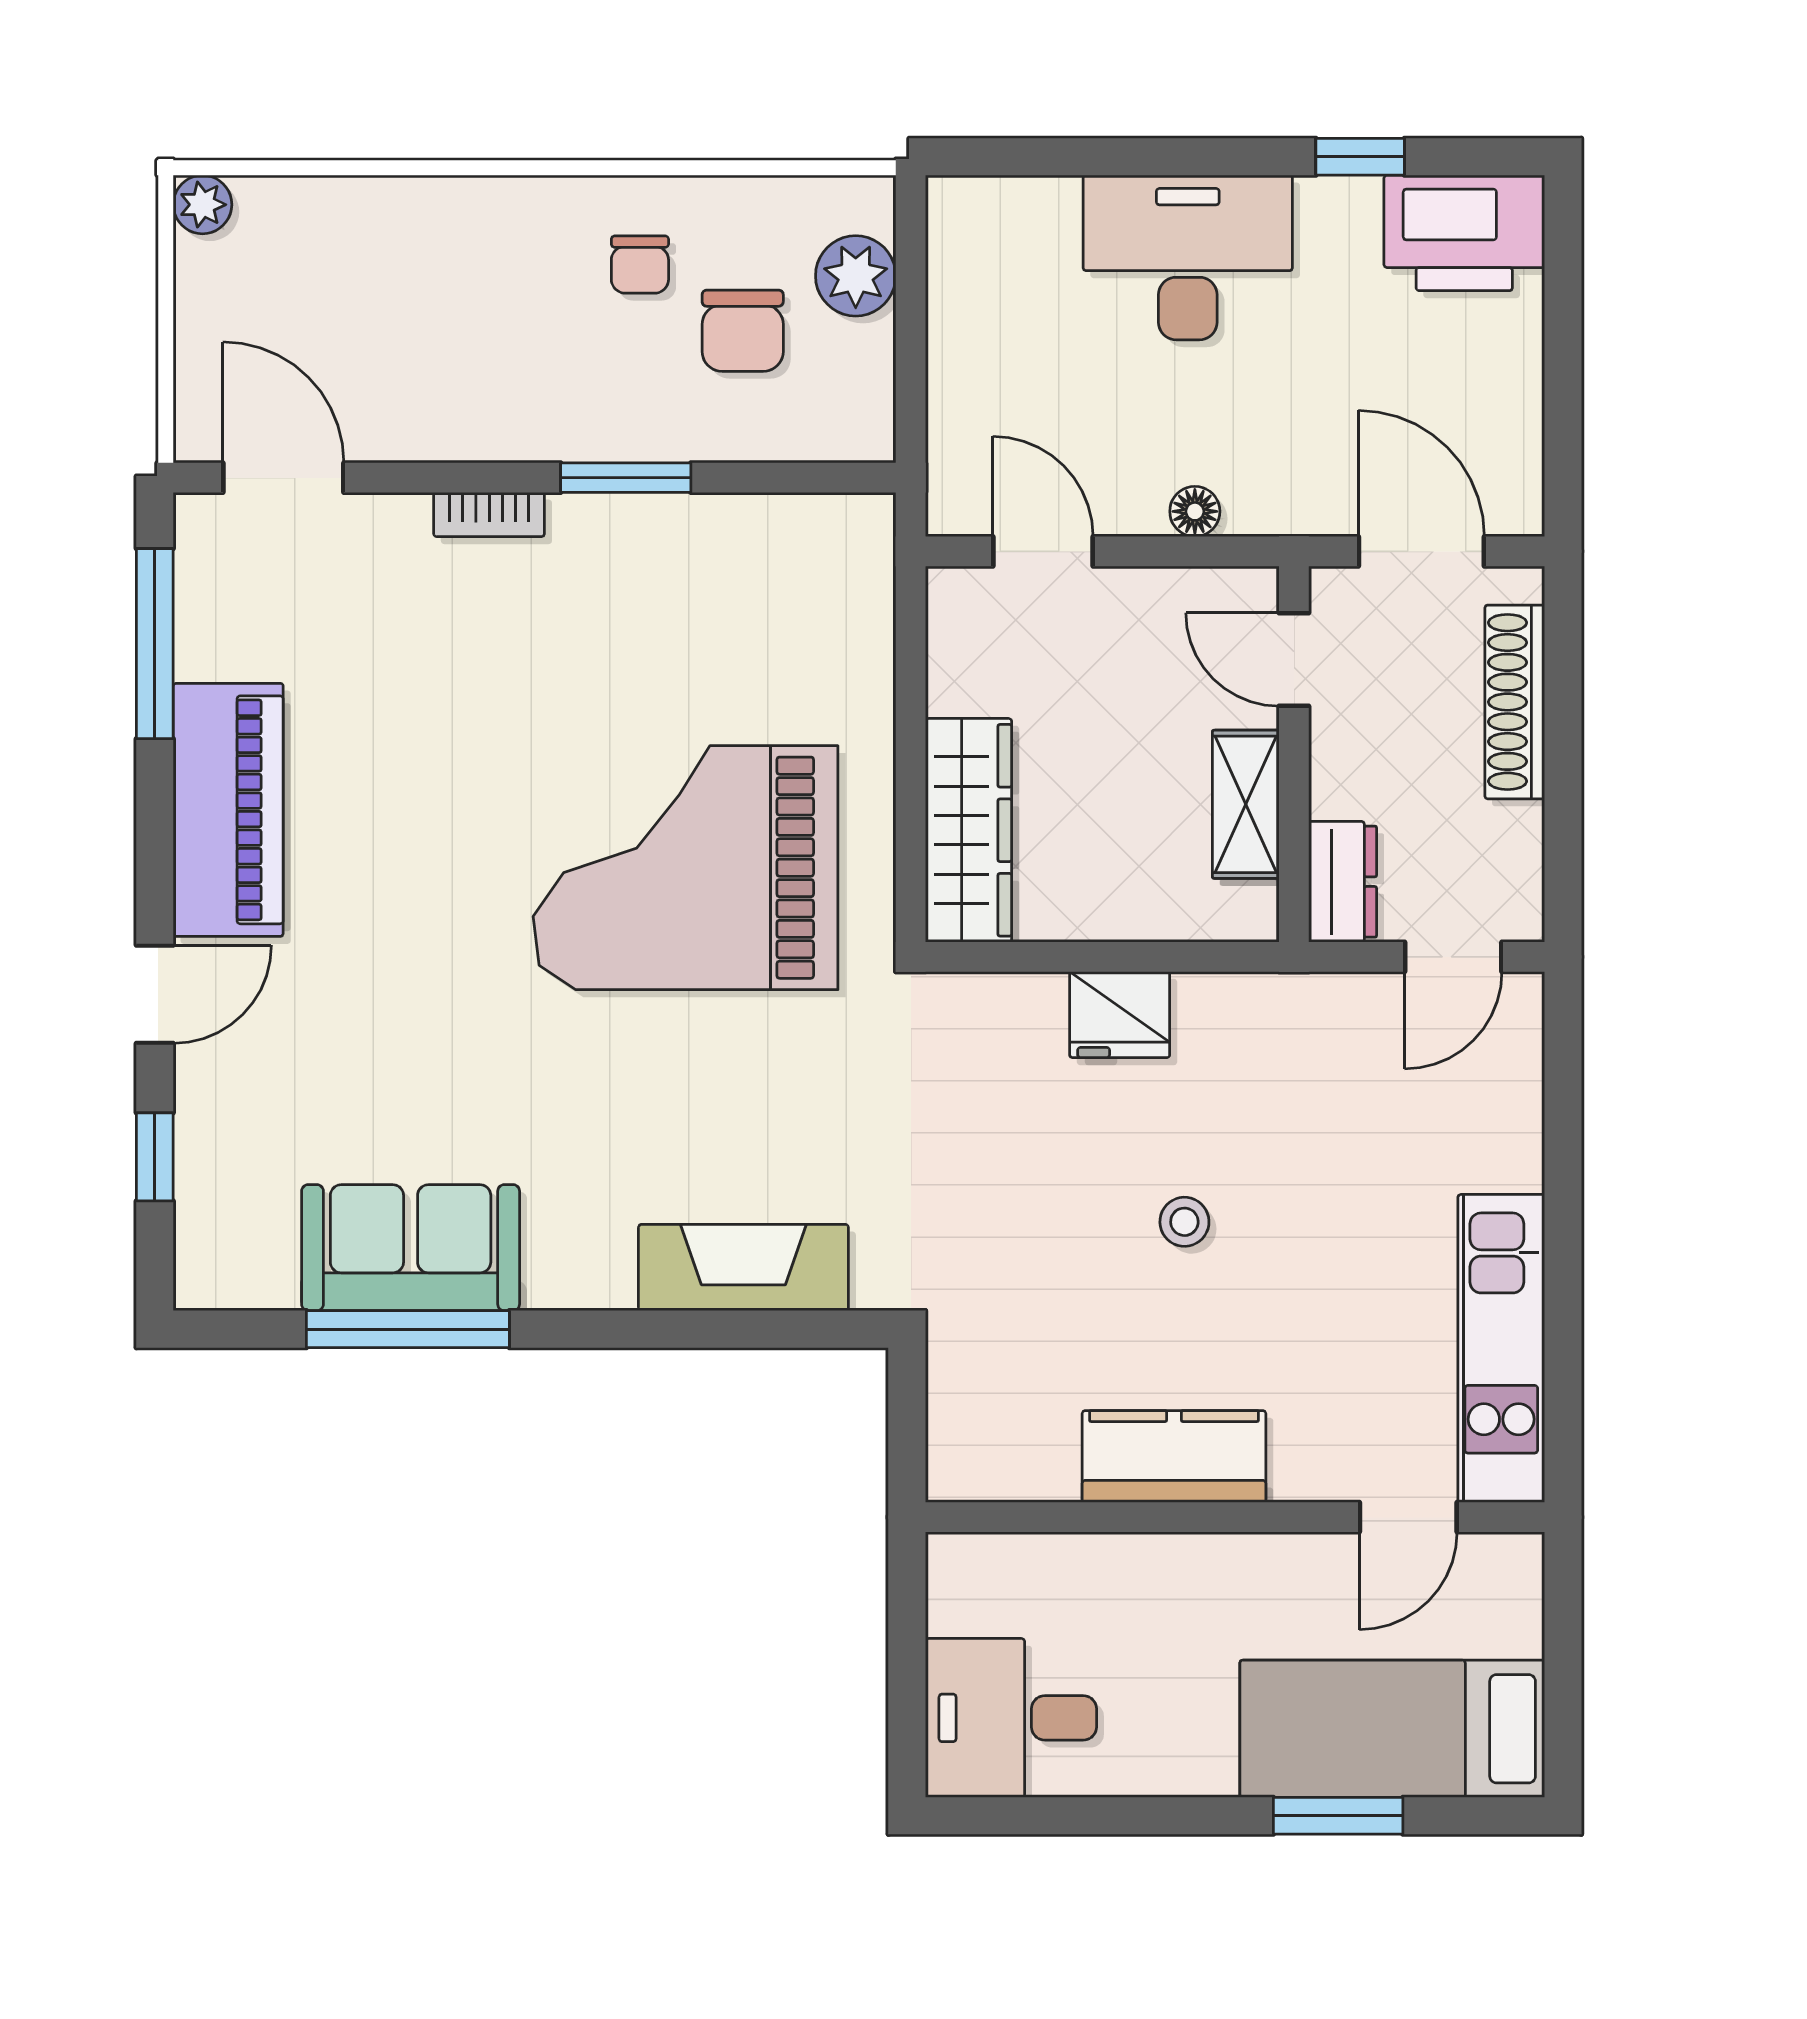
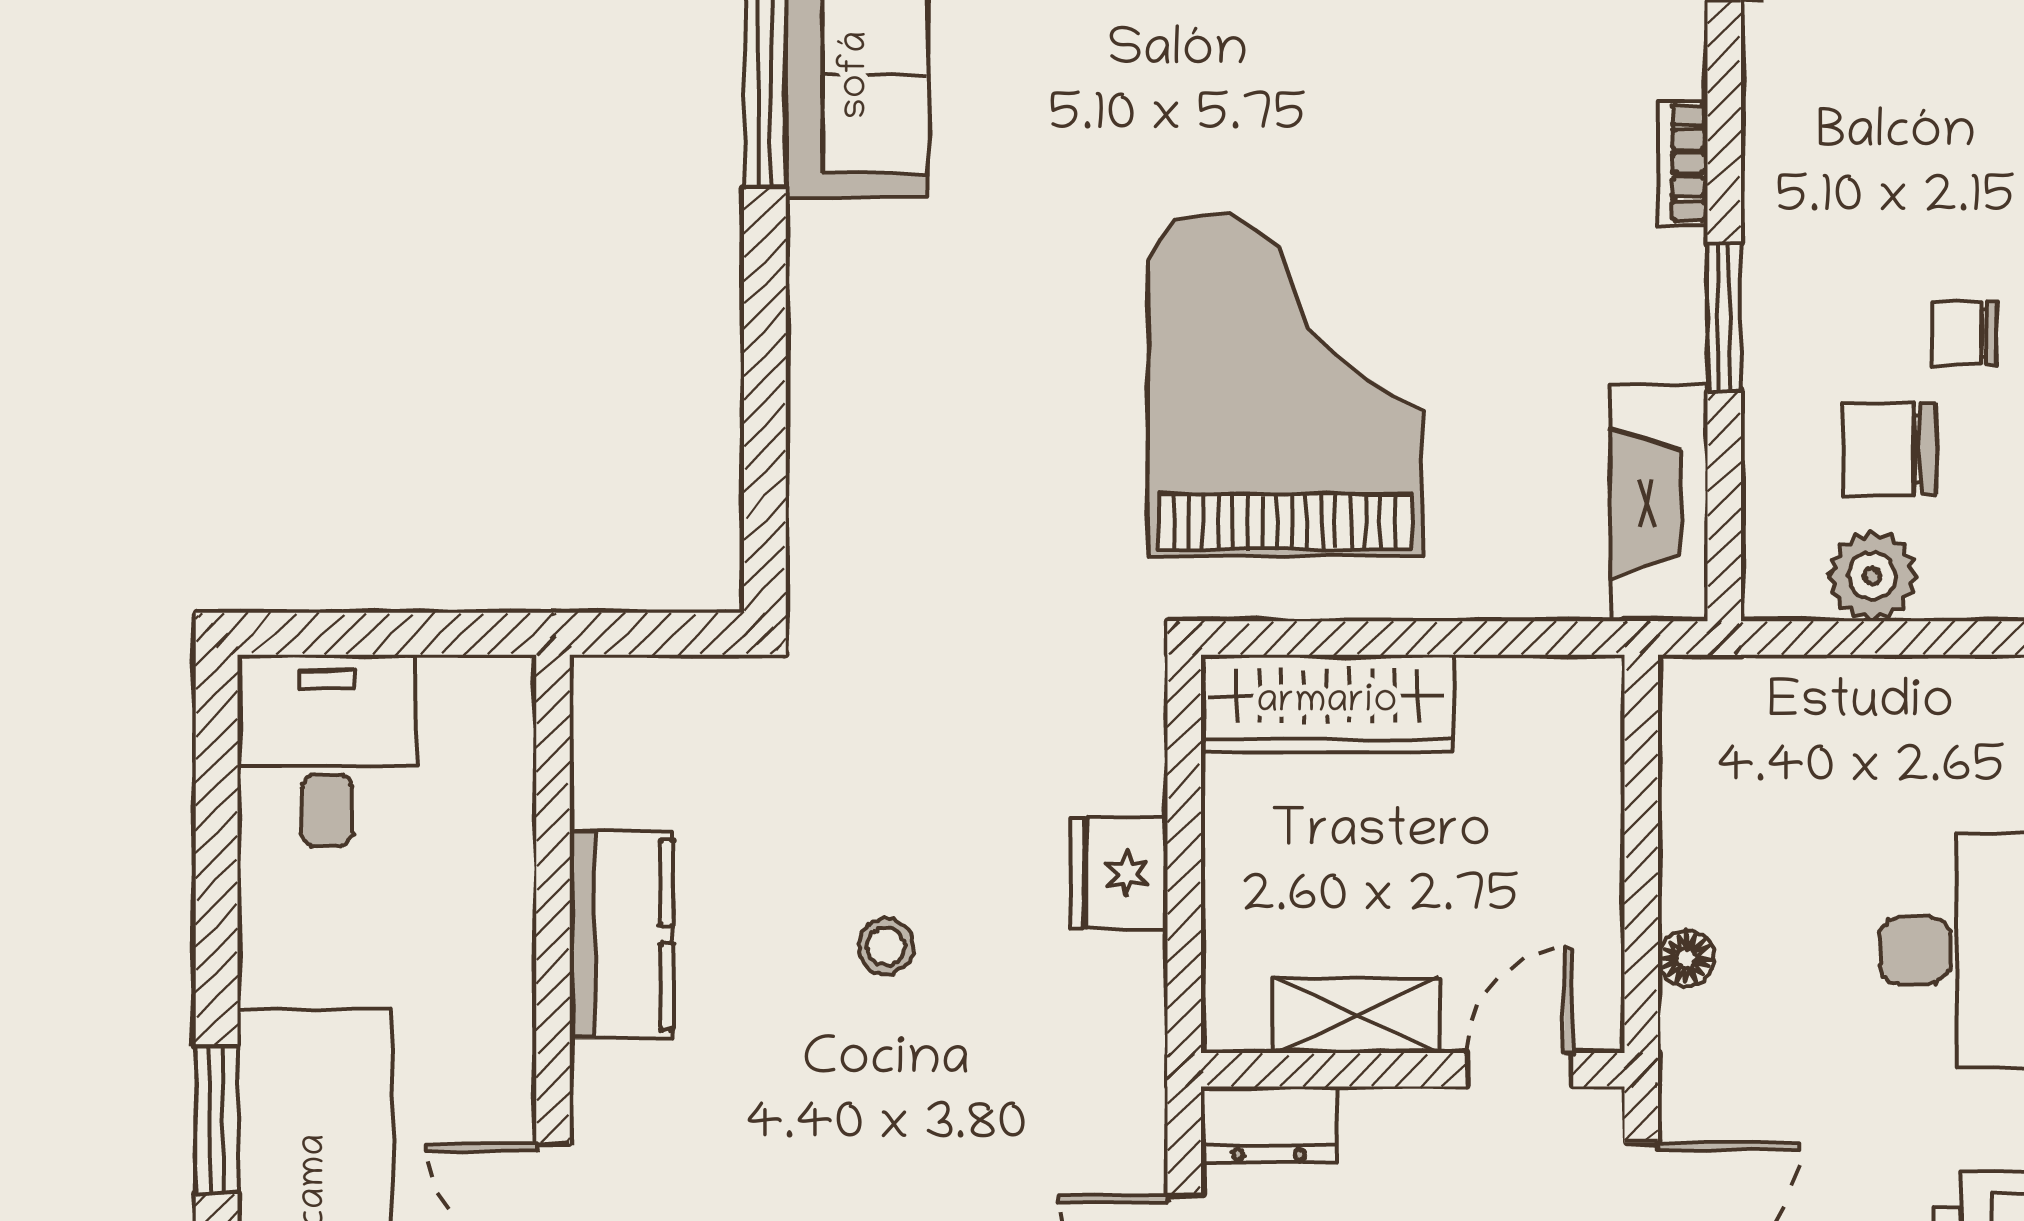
plant: (856, 276) -> (1872, 576), moved
door: (1043, 551) -> (1641, 787), removed
fireplace: (743, 1268) -> (1659, 503), moved, turned 180

